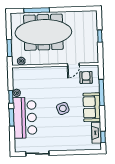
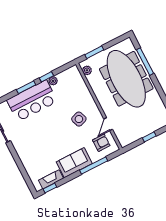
door: (73, 65) -> (108, 124), hinge flipped
side table: (63, 108) -> (79, 119), moved

